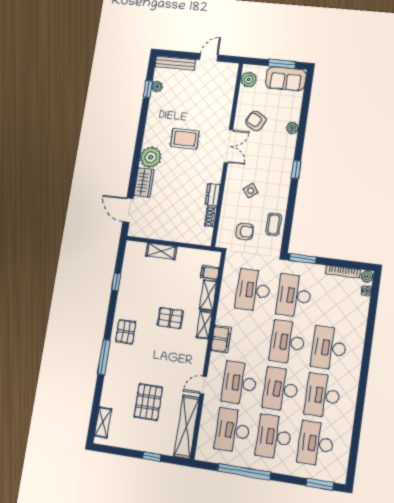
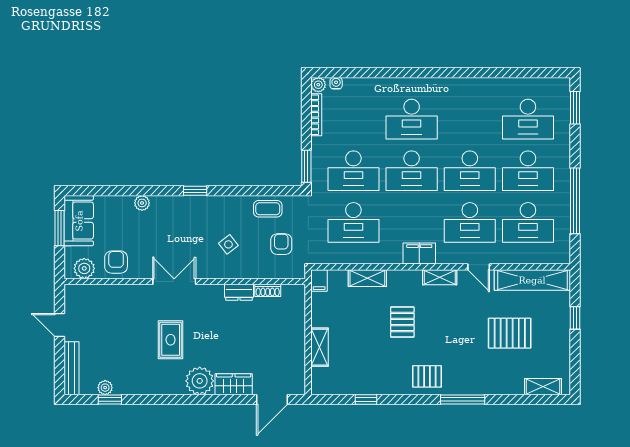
armchair: (256, 121) -> (116, 262), moved, turned 151
filing cabinet: (210, 273) -> (319, 281), moved
shelving: (204, 325) -> (440, 277), moved
desk: (322, 395) -> (470, 119), removed

